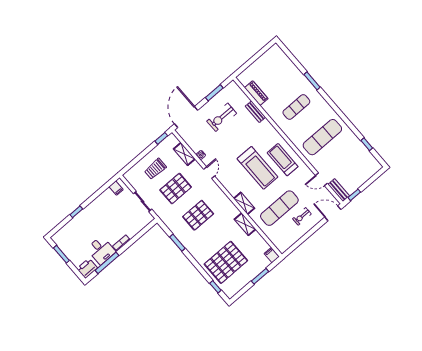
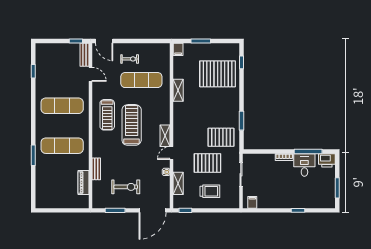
exercise mat: (296, 107) -> (62, 146), width x1.36, depth x1.45
shelving: (244, 203) -> (165, 136), moved
pallet: (198, 215) -> (221, 137), moved

